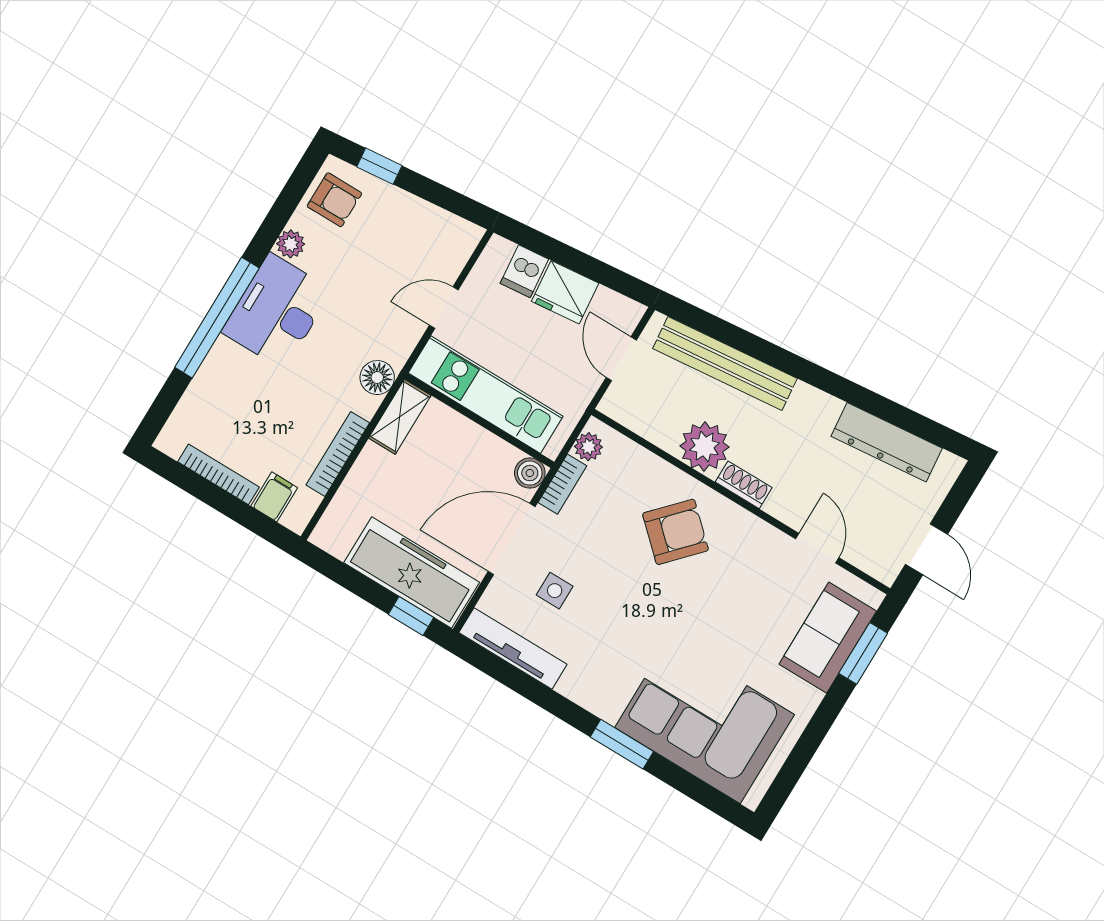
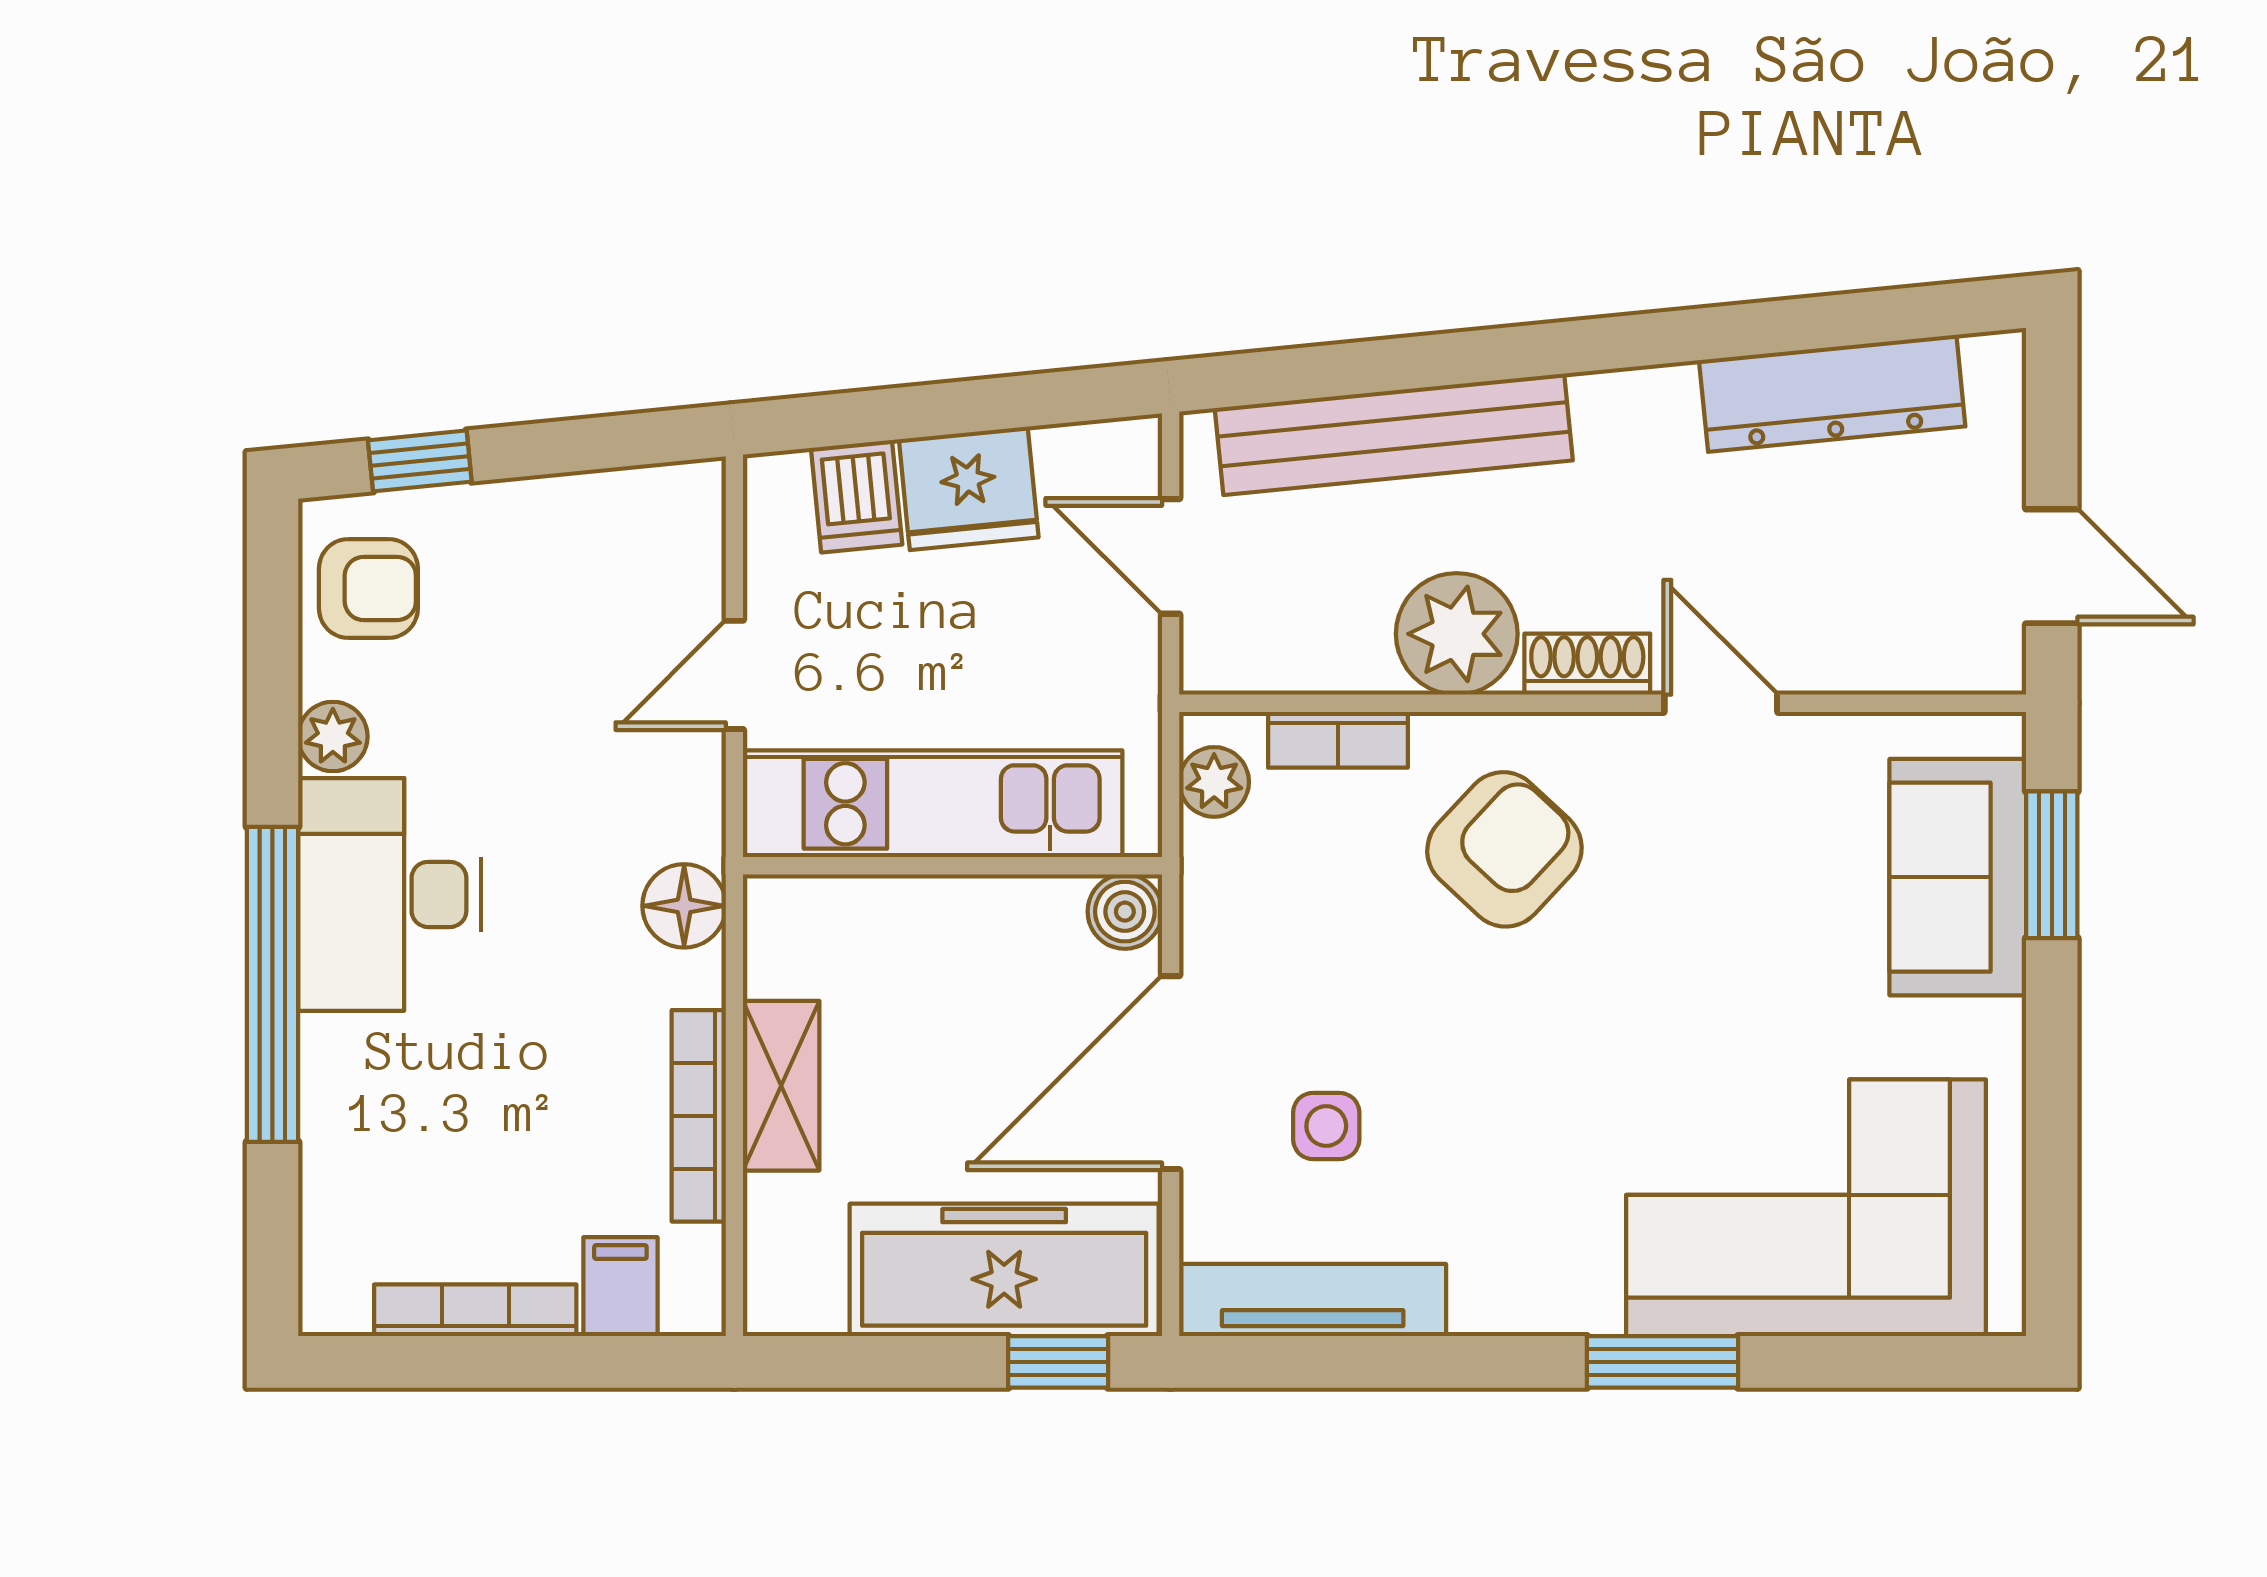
shelving: (400, 417) -> (781, 1086), moved
bookcase: (562, 484) -> (1338, 740), moved, turned 90
door: (817, 548) -> (1721, 703), moved

